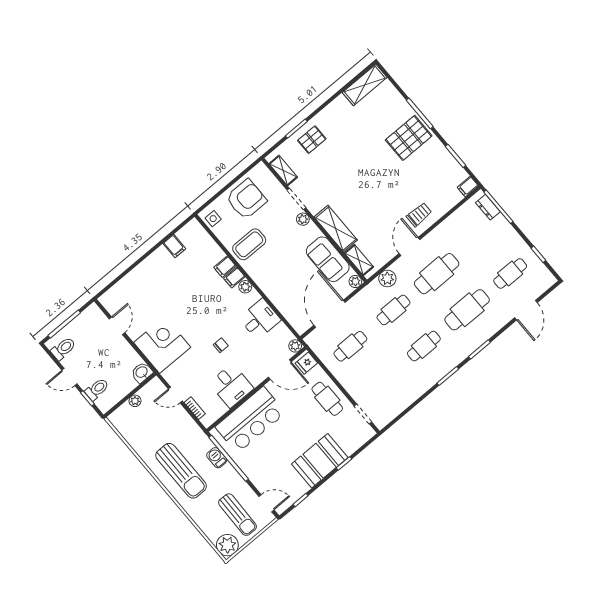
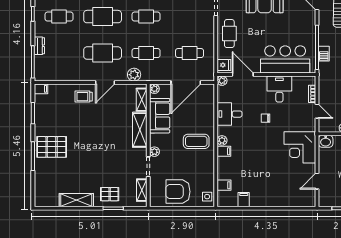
shelving: (365, 85) -> (76, 200), moved
dresser: (488, 207) -> (39, 46), moved
coffee table: (249, 244) -> (196, 141), moved
filing cabinet: (225, 267) -> (224, 185), moved

